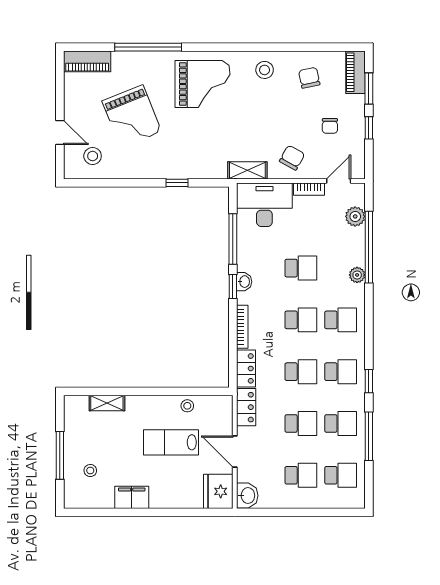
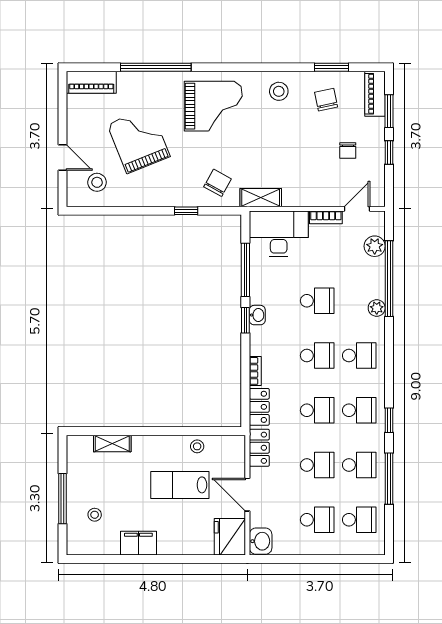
window: (314, 47) -> (332, 67), added
grand piano: (132, 116) -> (139, 140), turned 180
chair: (292, 158) -> (218, 183), moved
bookcase: (242, 327) -> (255, 371), width x0.64

